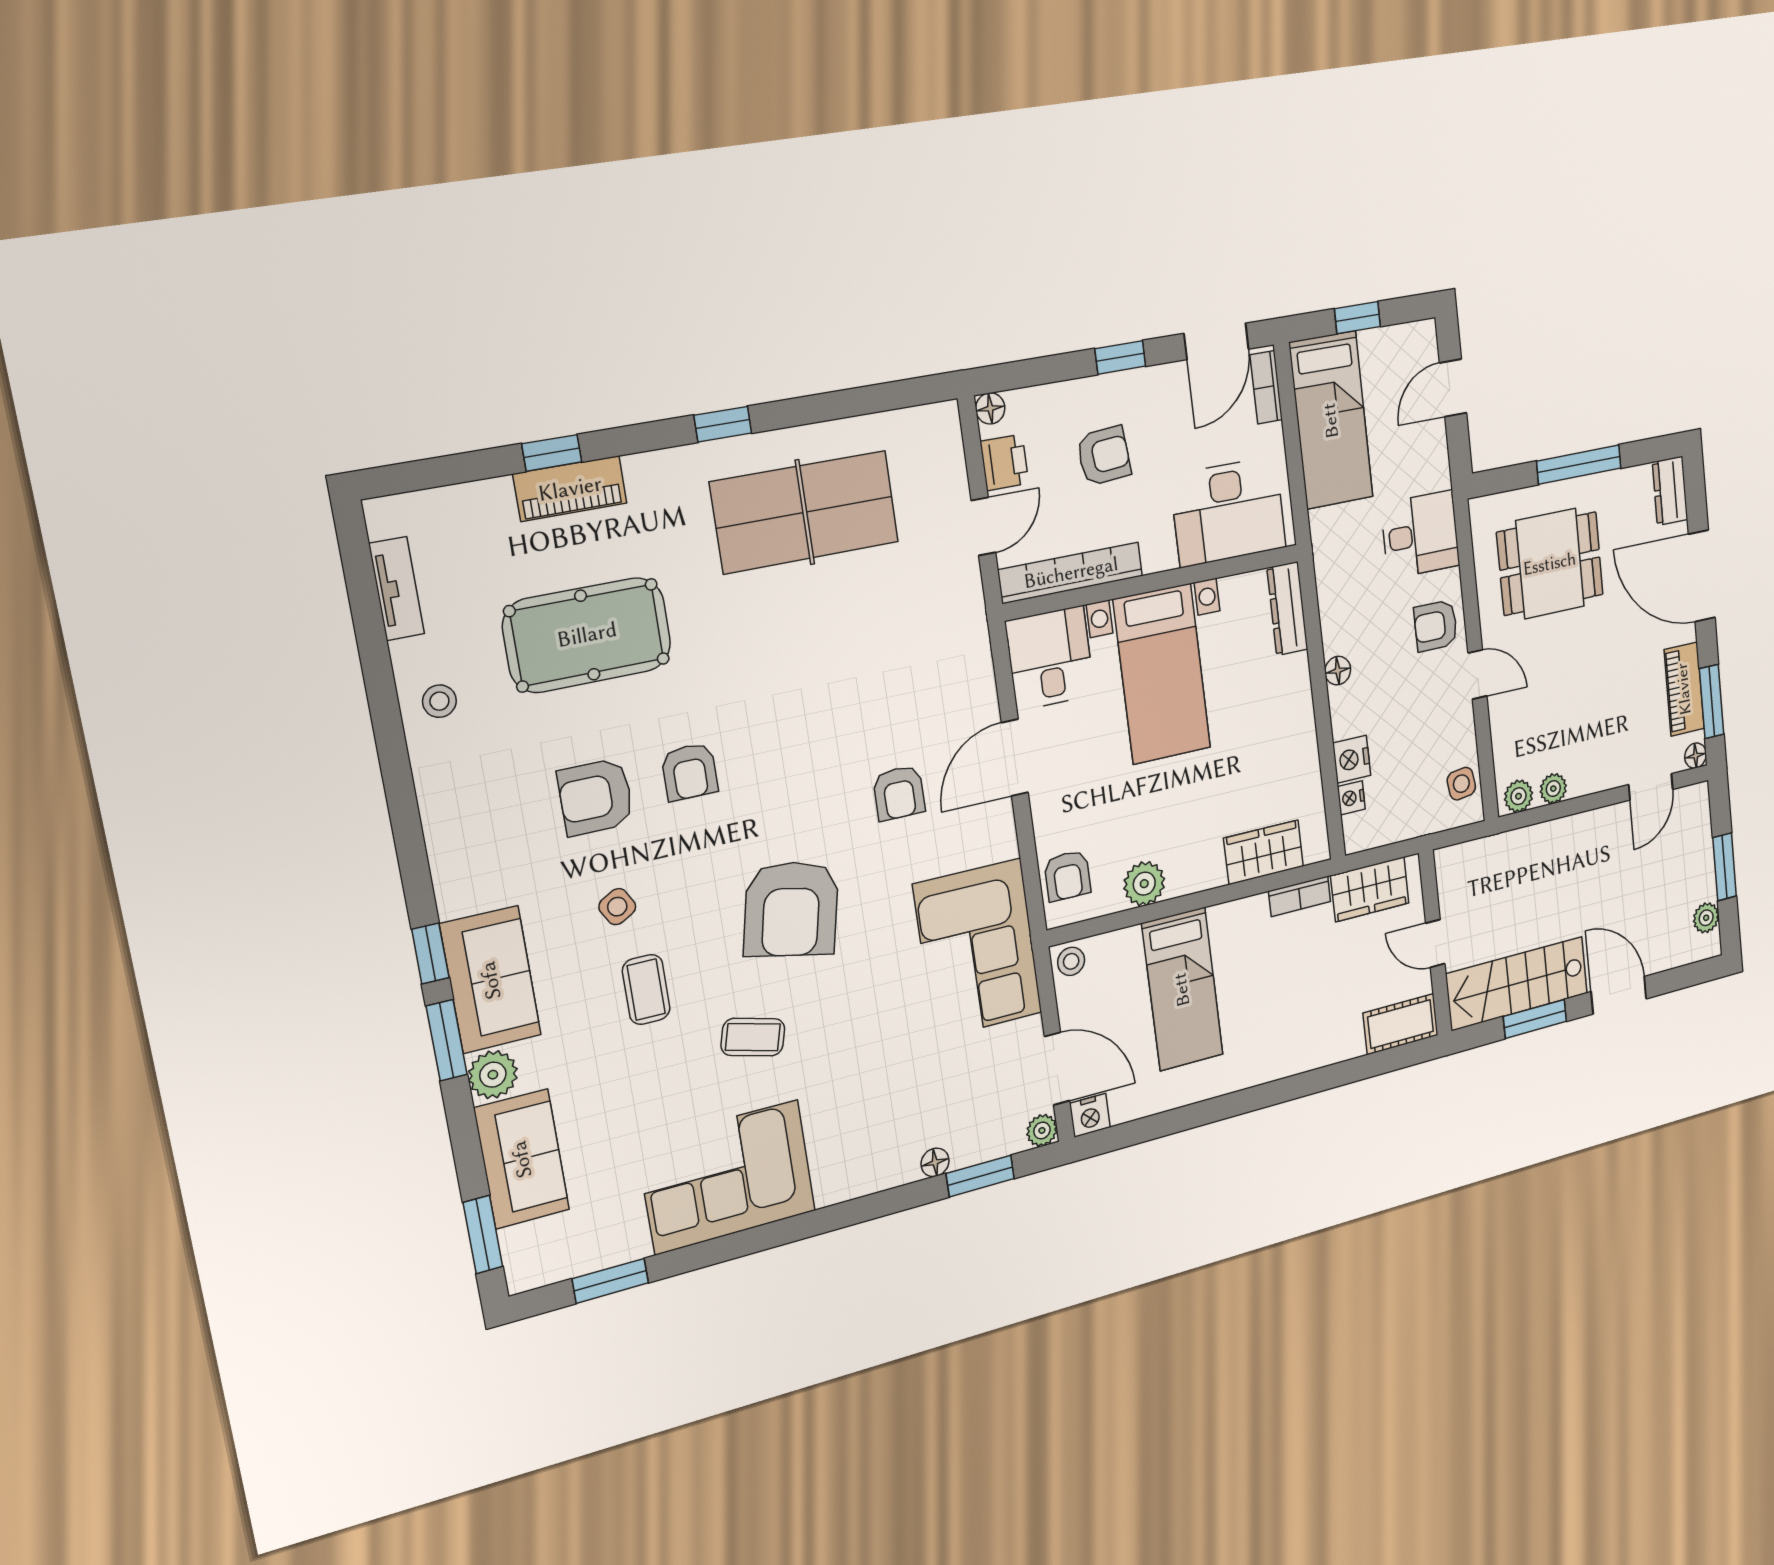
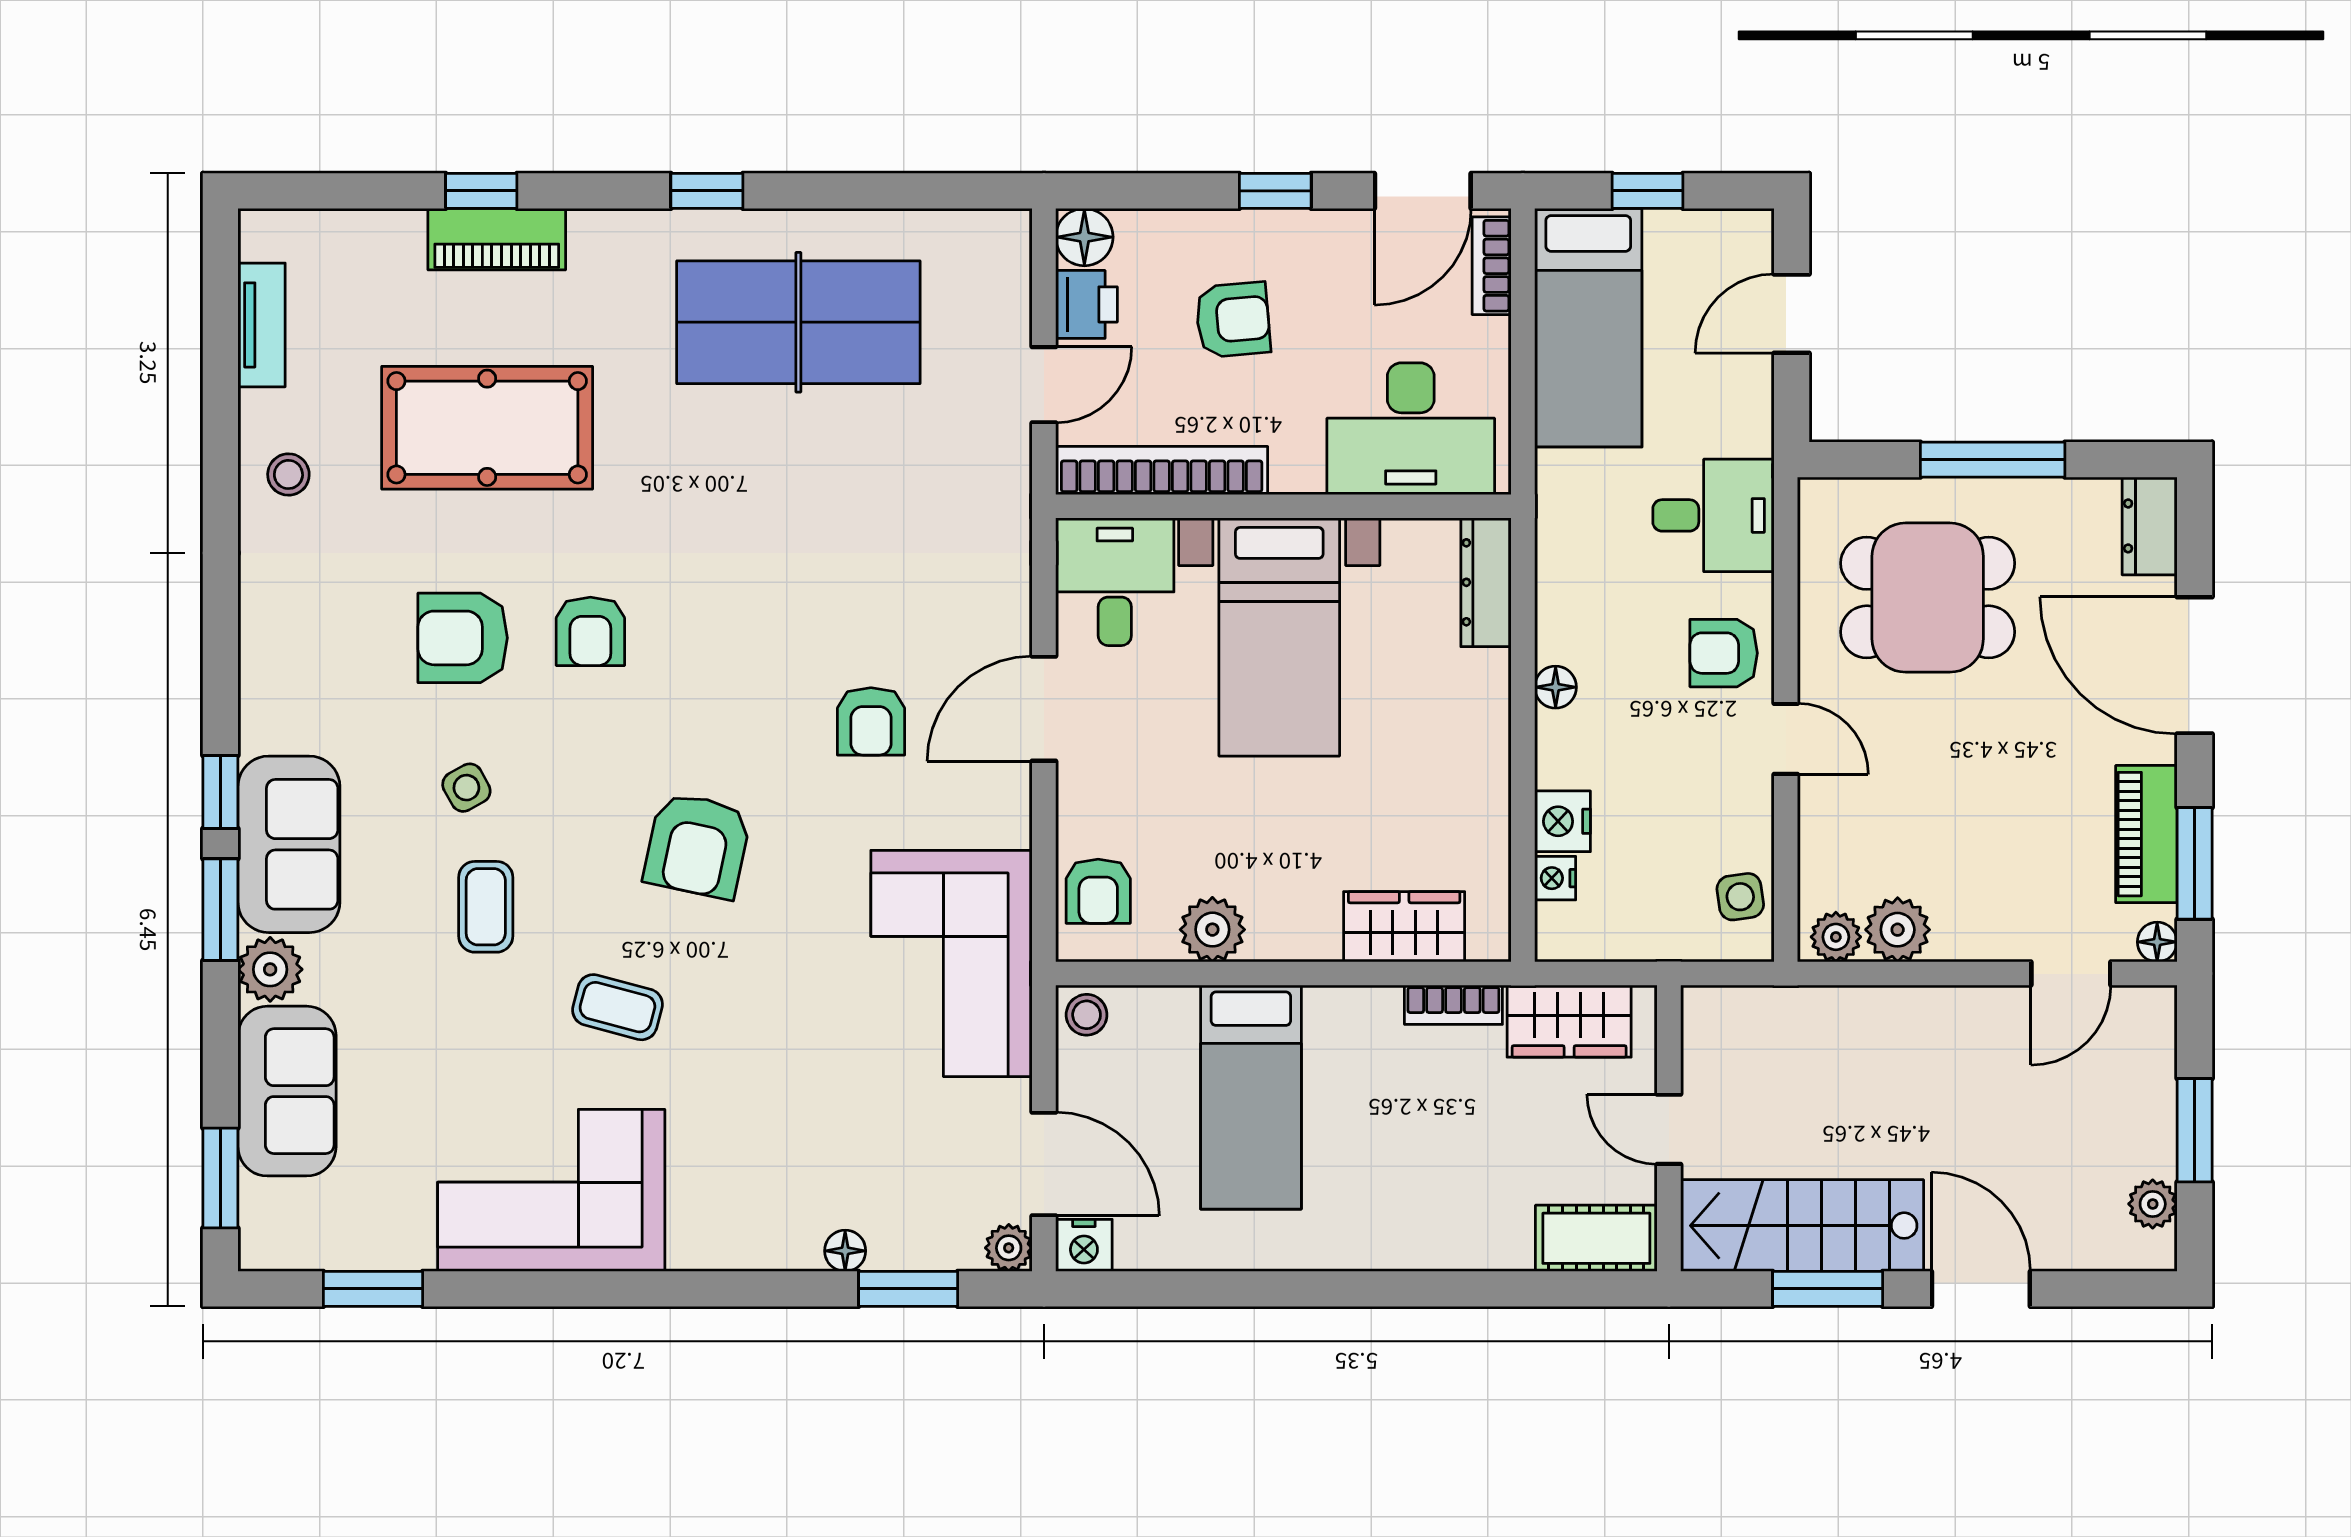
floor lamp: (990, 408) -> (1084, 237), width x1.37, depth x1.37
plant: (1553, 789) -> (1898, 930), width x1.38, depth x1.38
armchair: (791, 909) -> (697, 845), width x0.73, depth x0.73

